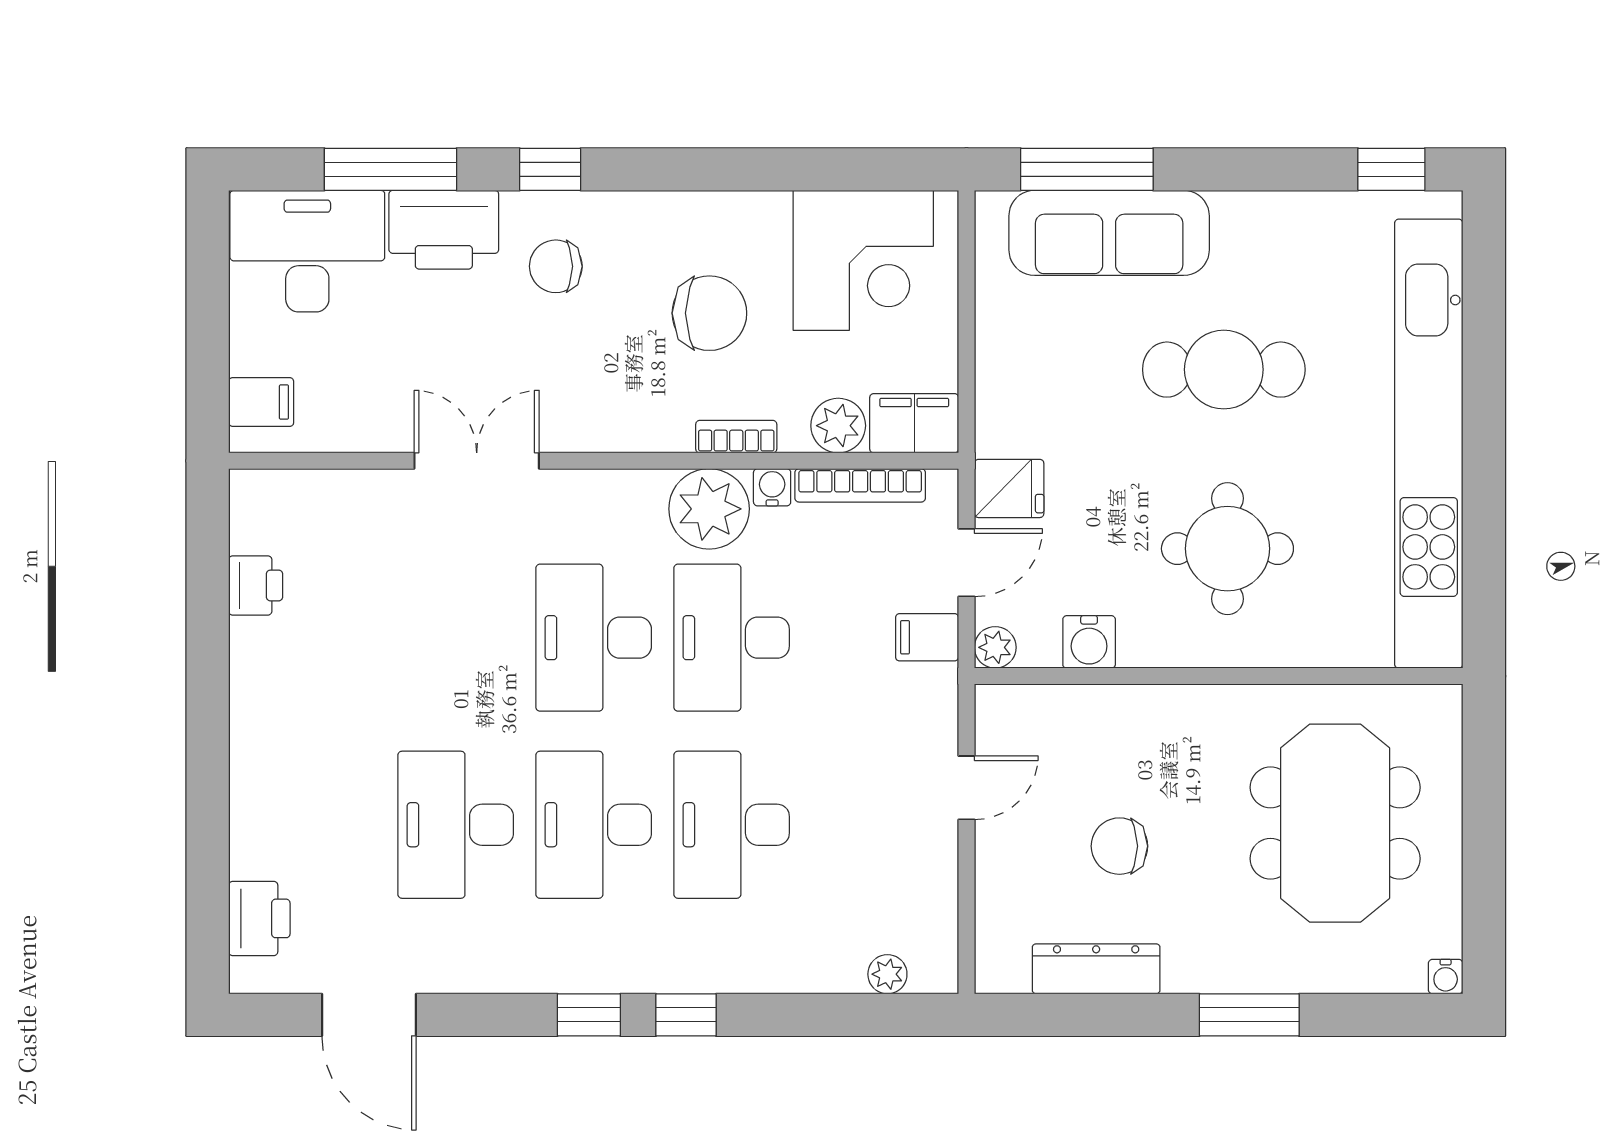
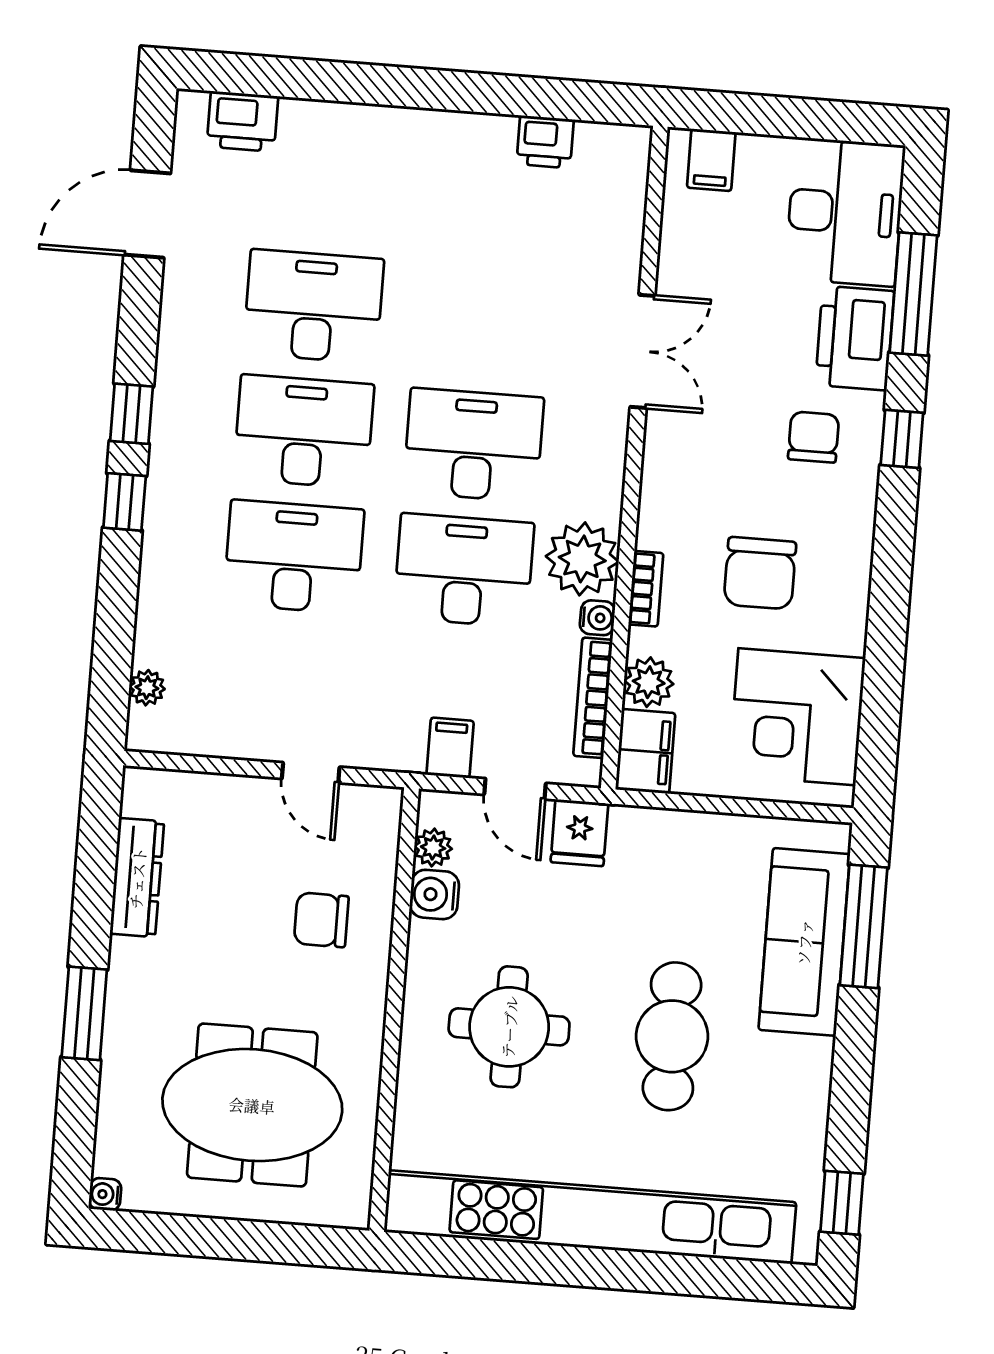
plant: (995, 647) -> (433, 848), moved
chair: (1119, 846) -> (321, 920), moved, turned -90

